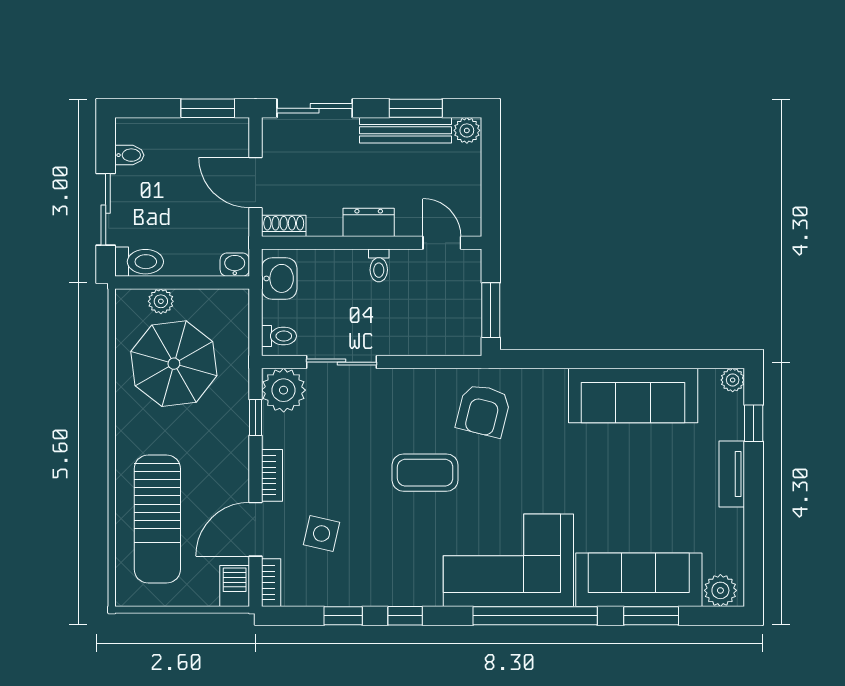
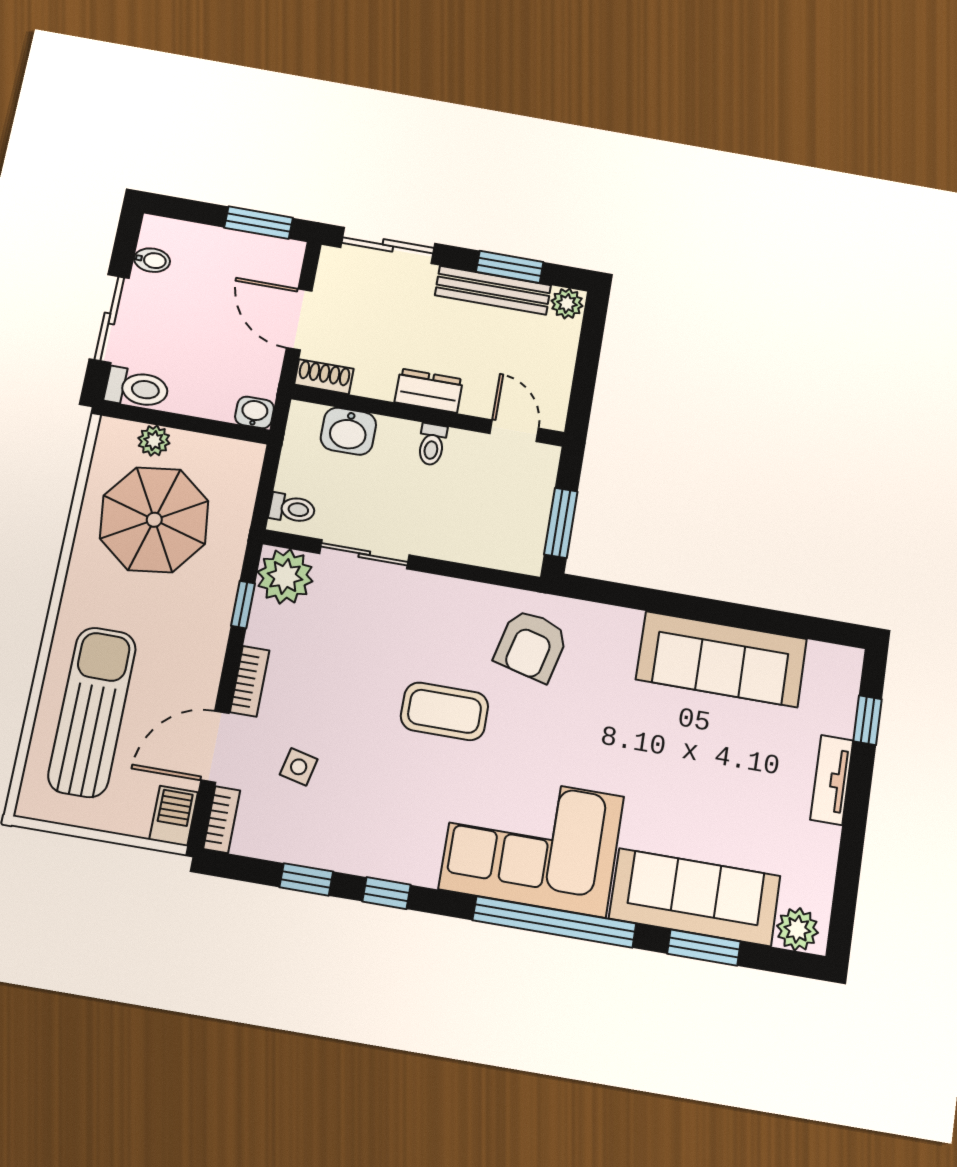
washbasin: (279, 278) -> (348, 431), moved, turned 90
plant: (733, 380) -> (848, 661), removed
sun lounger: (157, 519) -> (92, 712), turned 180
side table: (322, 534) -> (299, 767), width x0.73, depth x0.73

